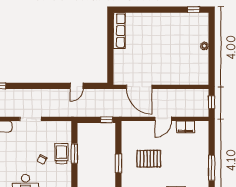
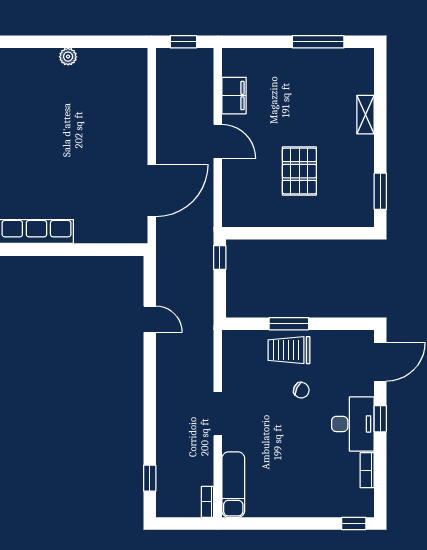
window: (118, 163) -> (309, 233), removed

